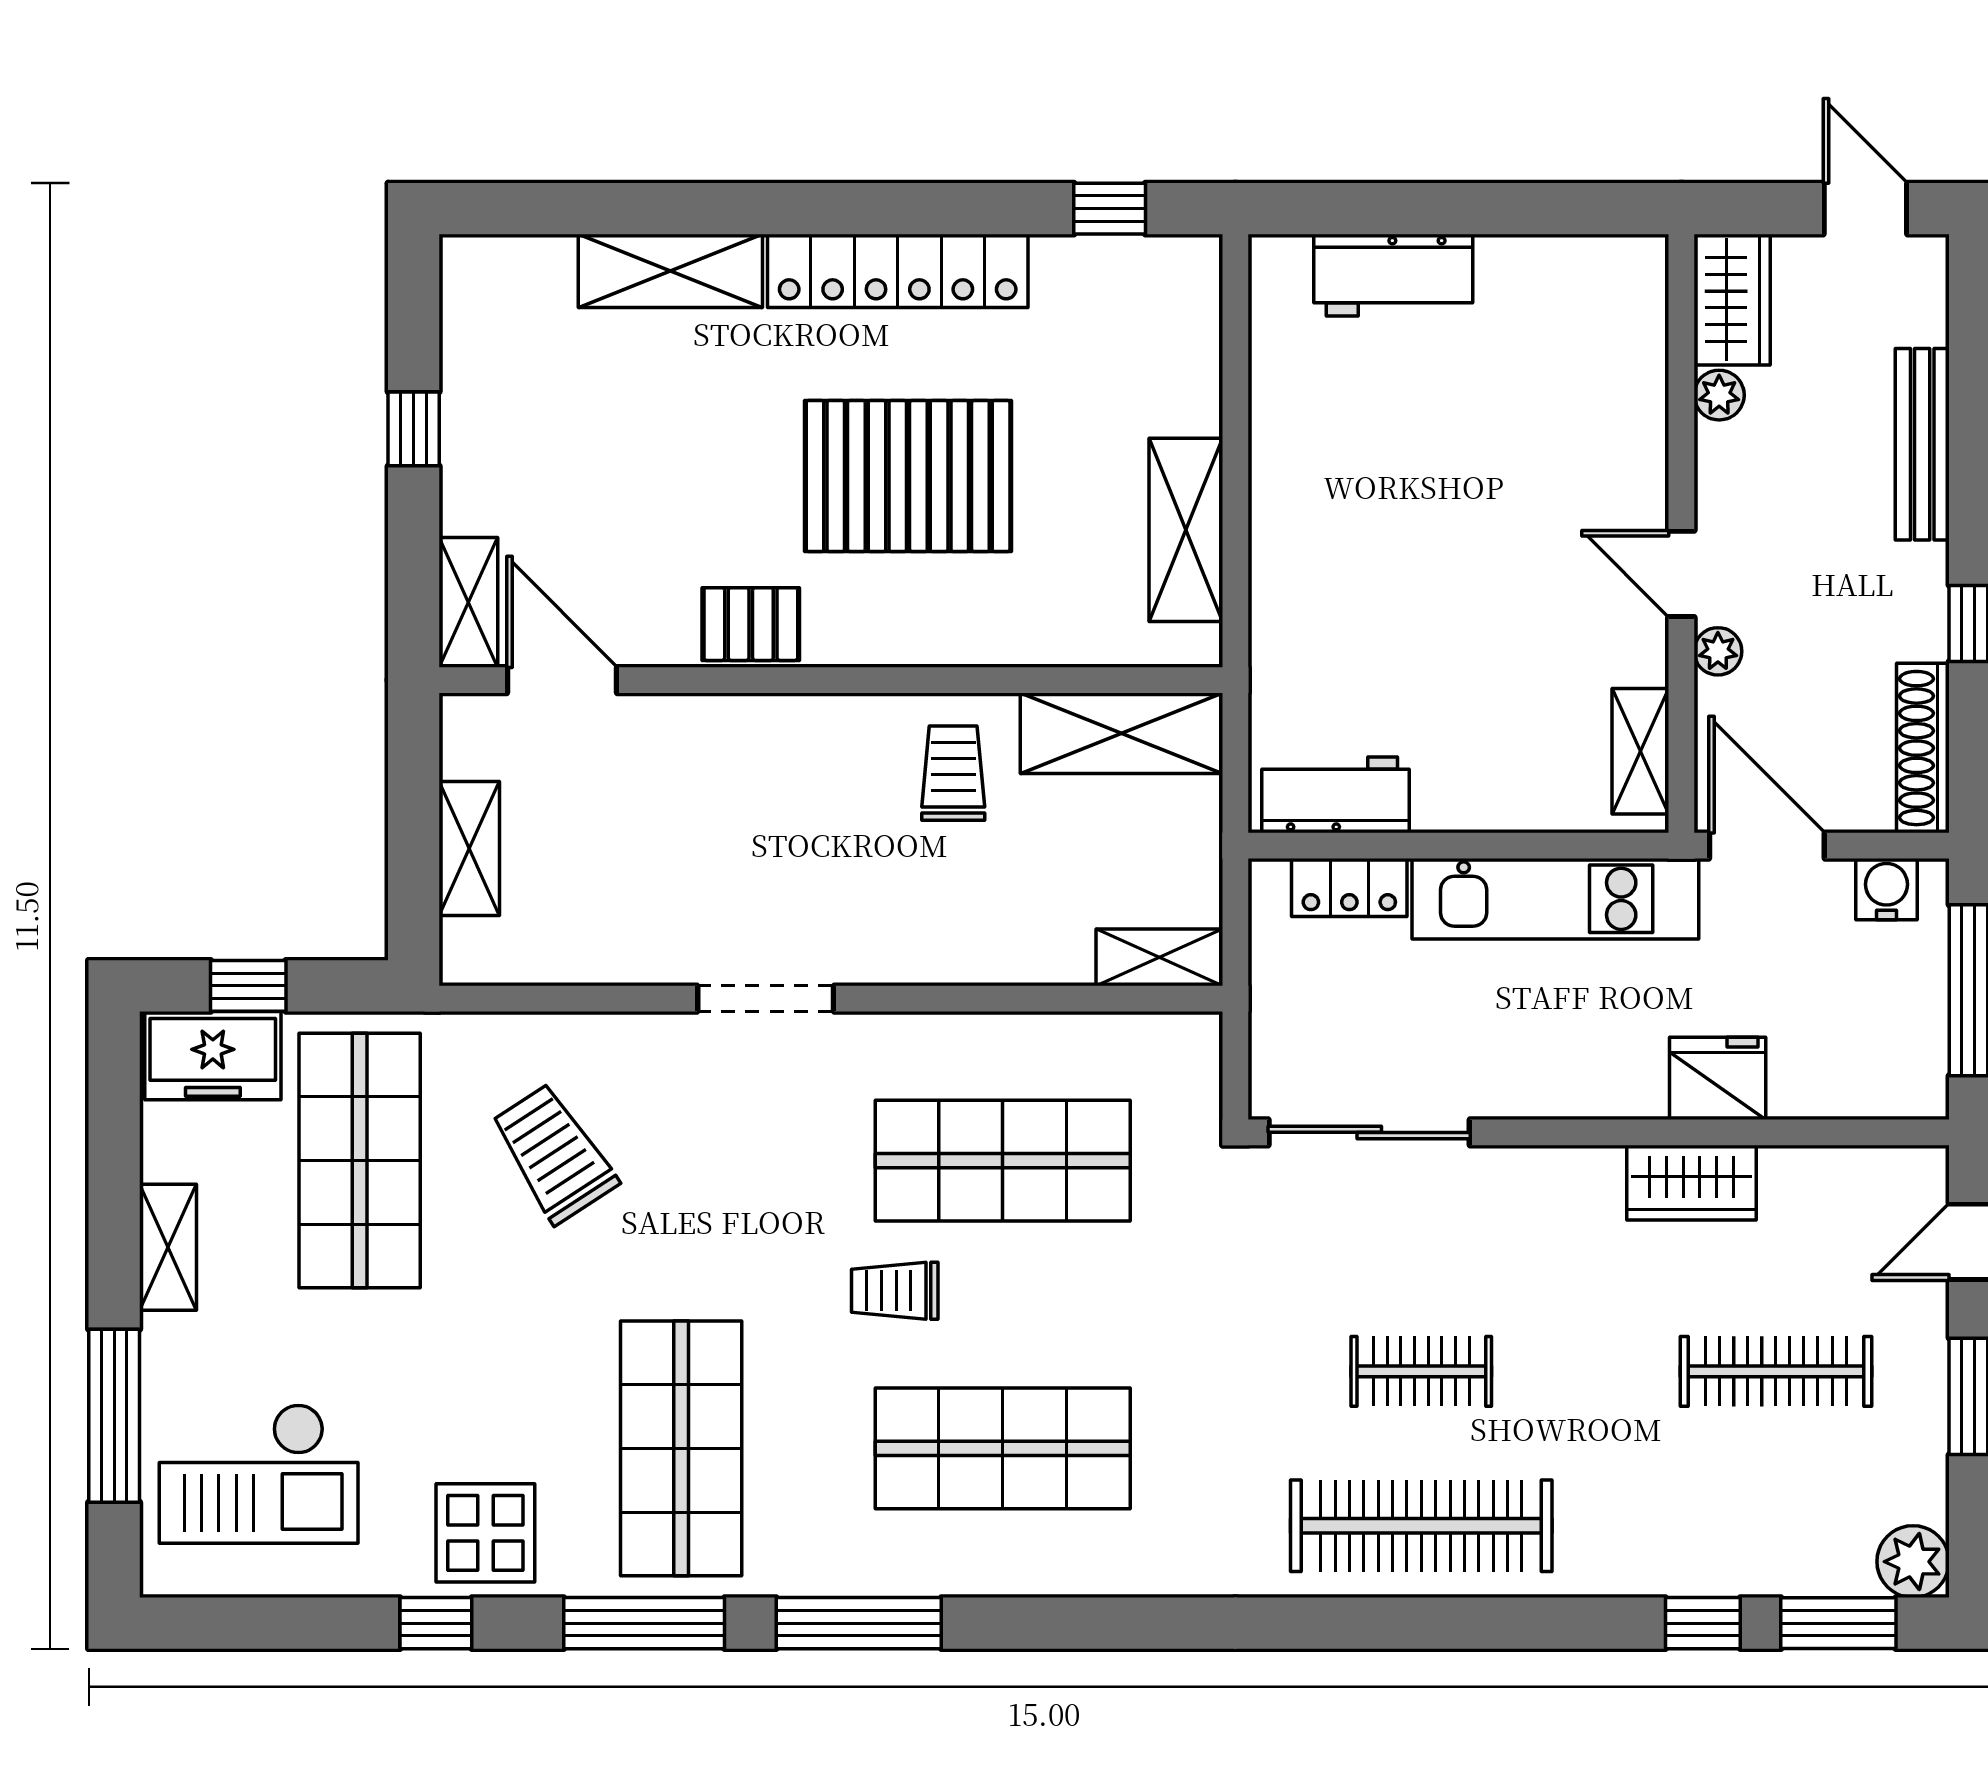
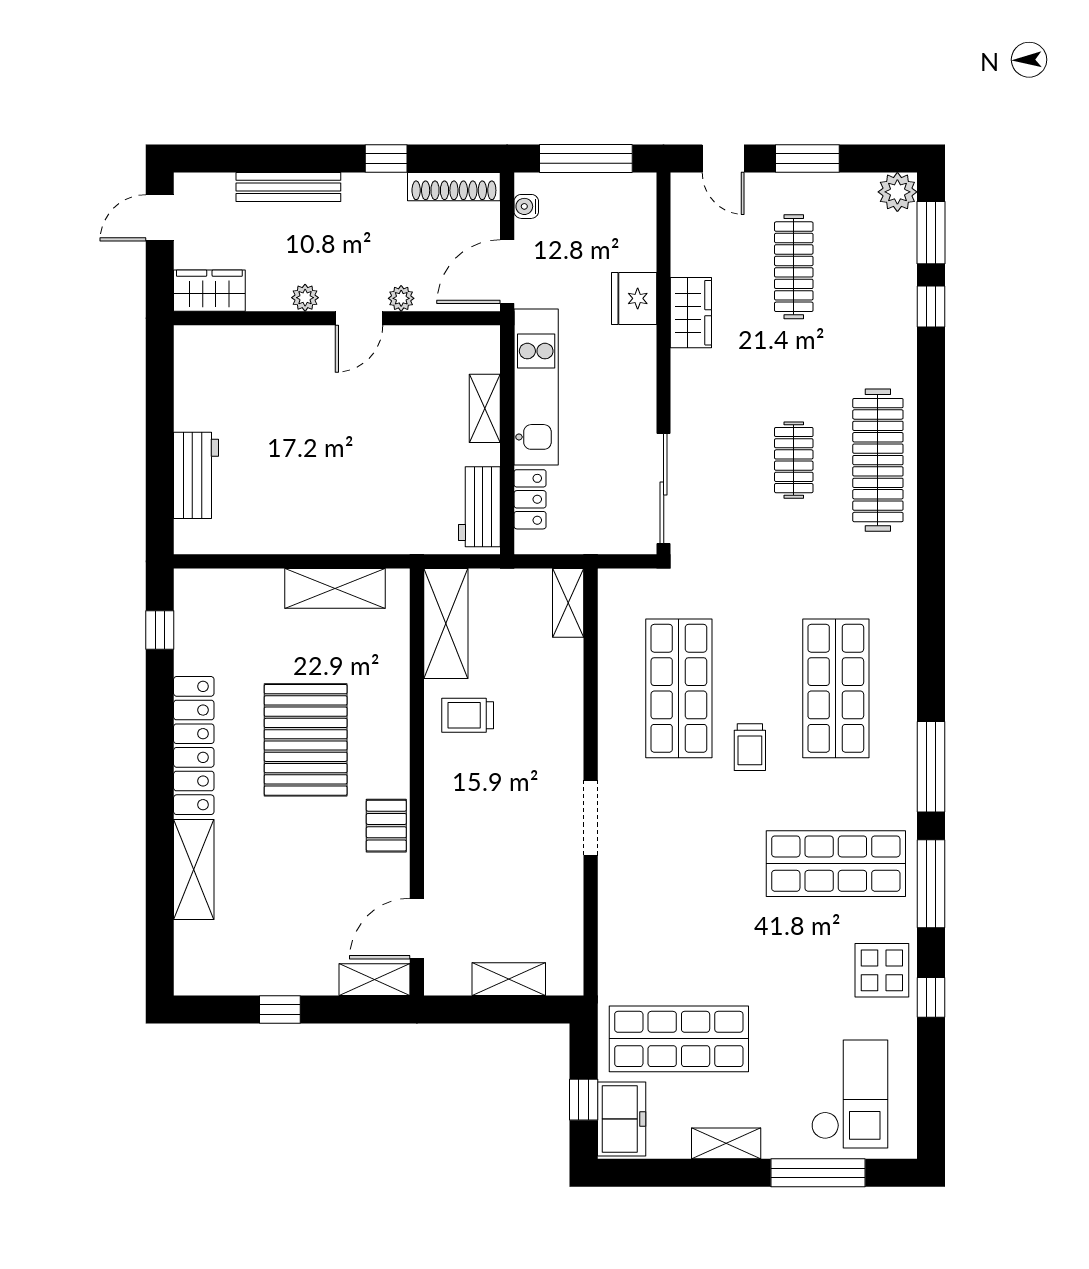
plant: (1719, 395) -> (305, 298), moved
shelving: (1640, 751) -> (485, 408), moved, turned 90
water cooler: (1886, 889) -> (526, 206), width x0.72, depth x0.72
trolley: (554, 1153) -> (675, 933), removed

